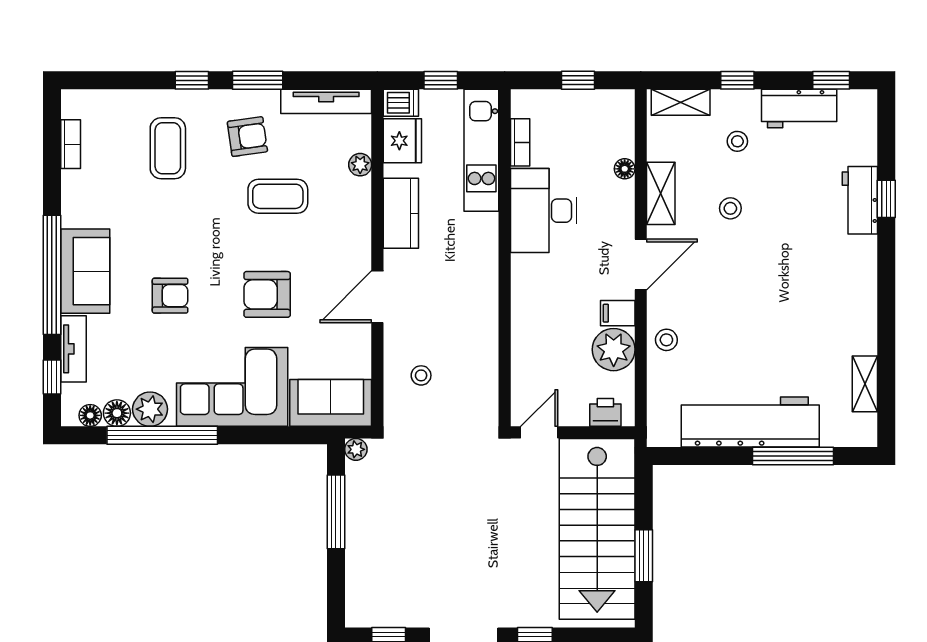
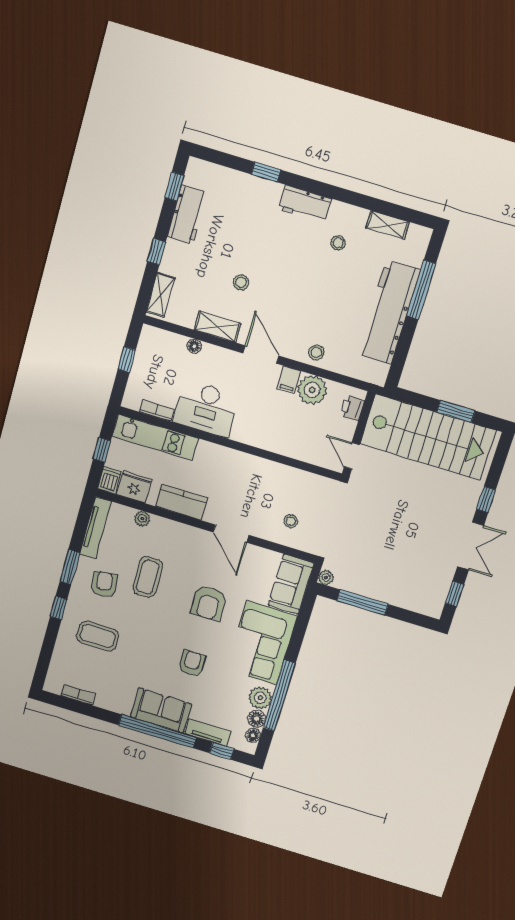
stool: (737, 141) -> (338, 243), moved
workbench: (860, 200) -> (305, 204), moved

